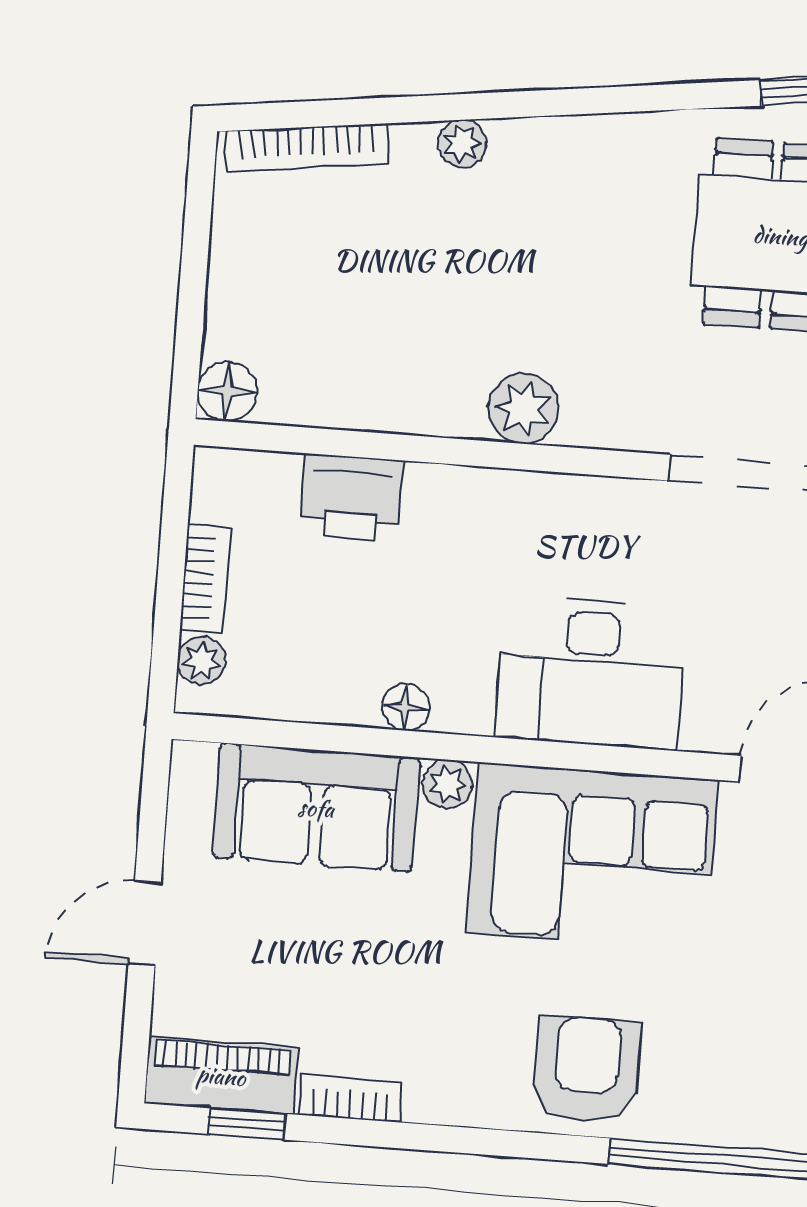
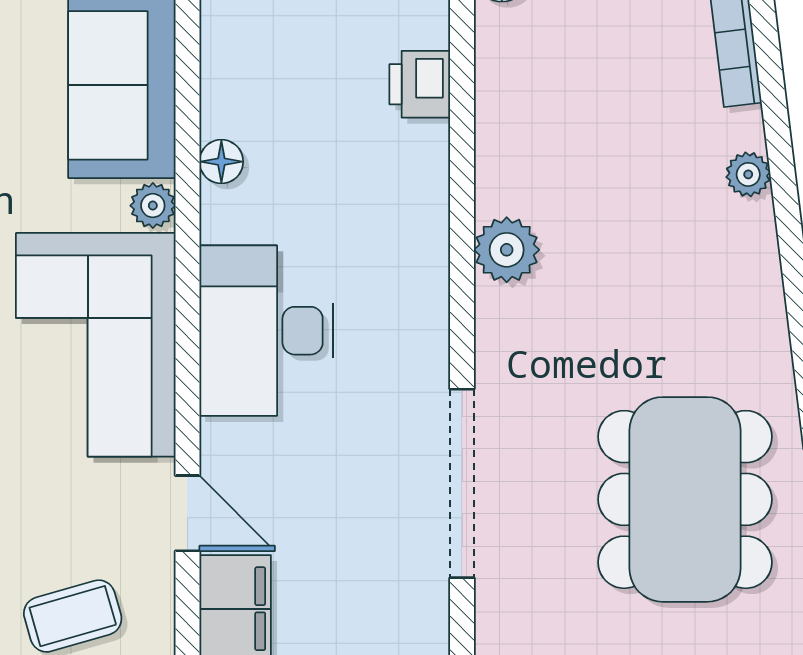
printer: (352, 497) -> (420, 84), width x0.73, depth x0.81

